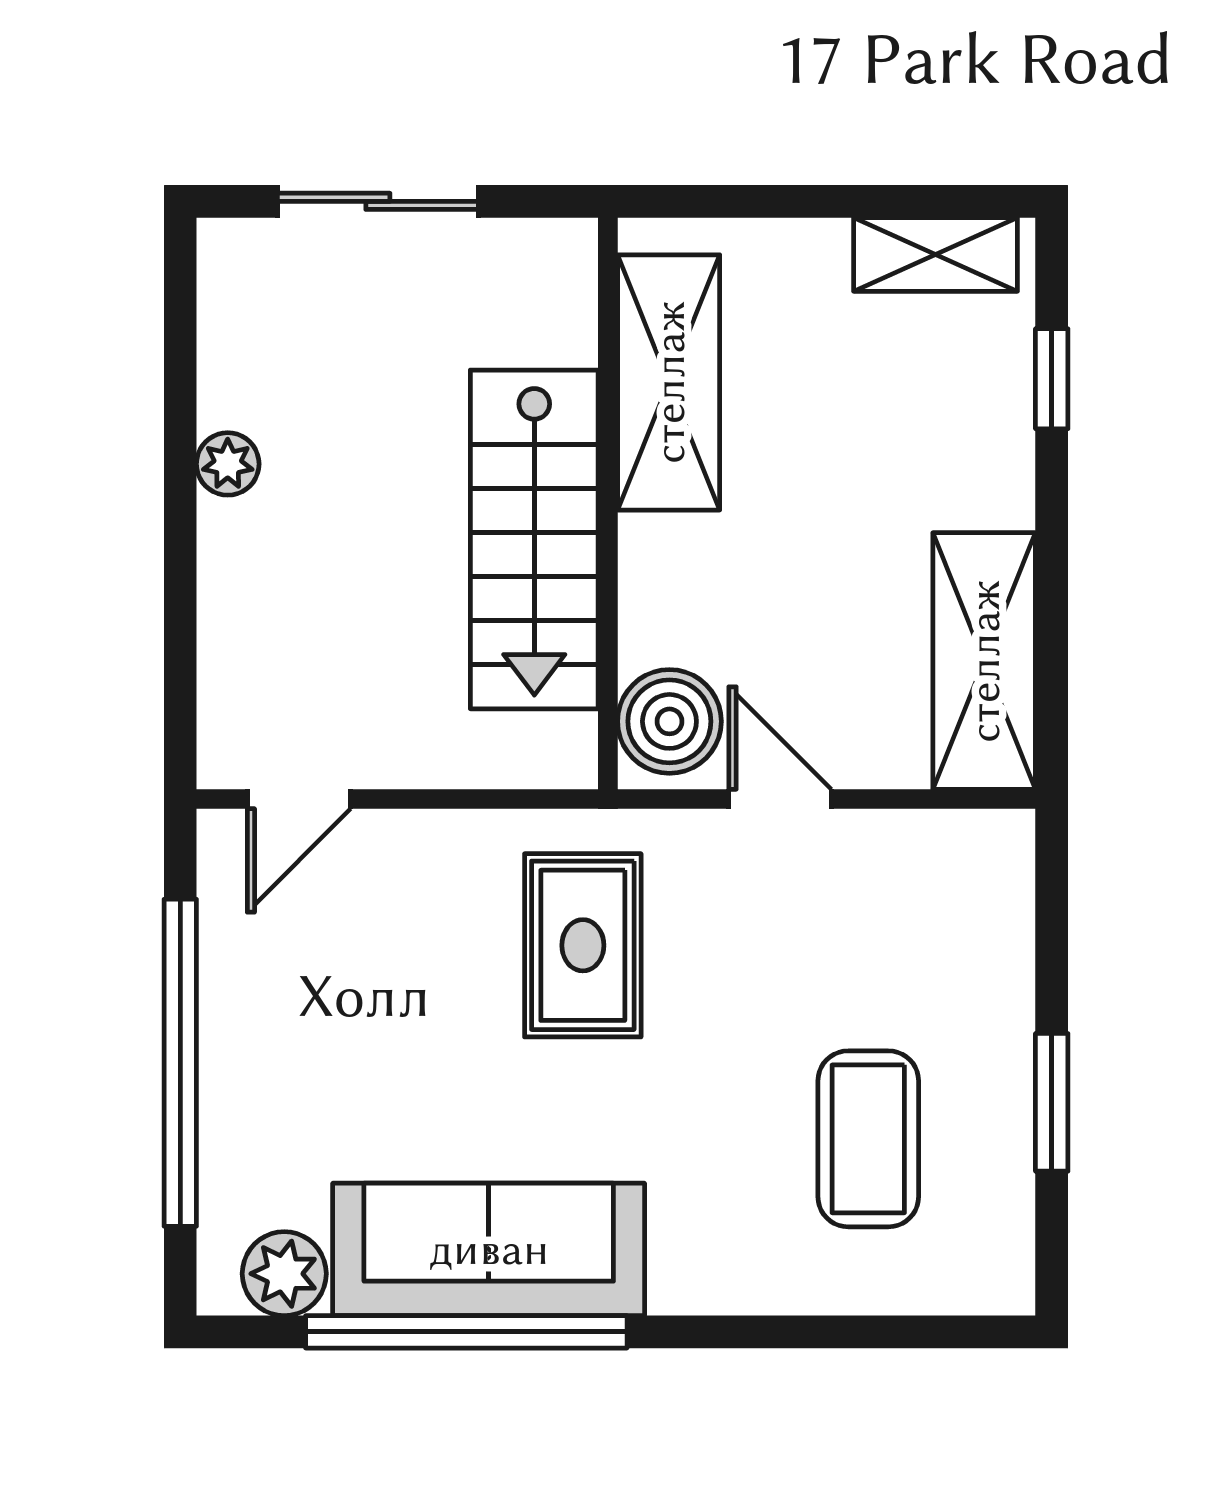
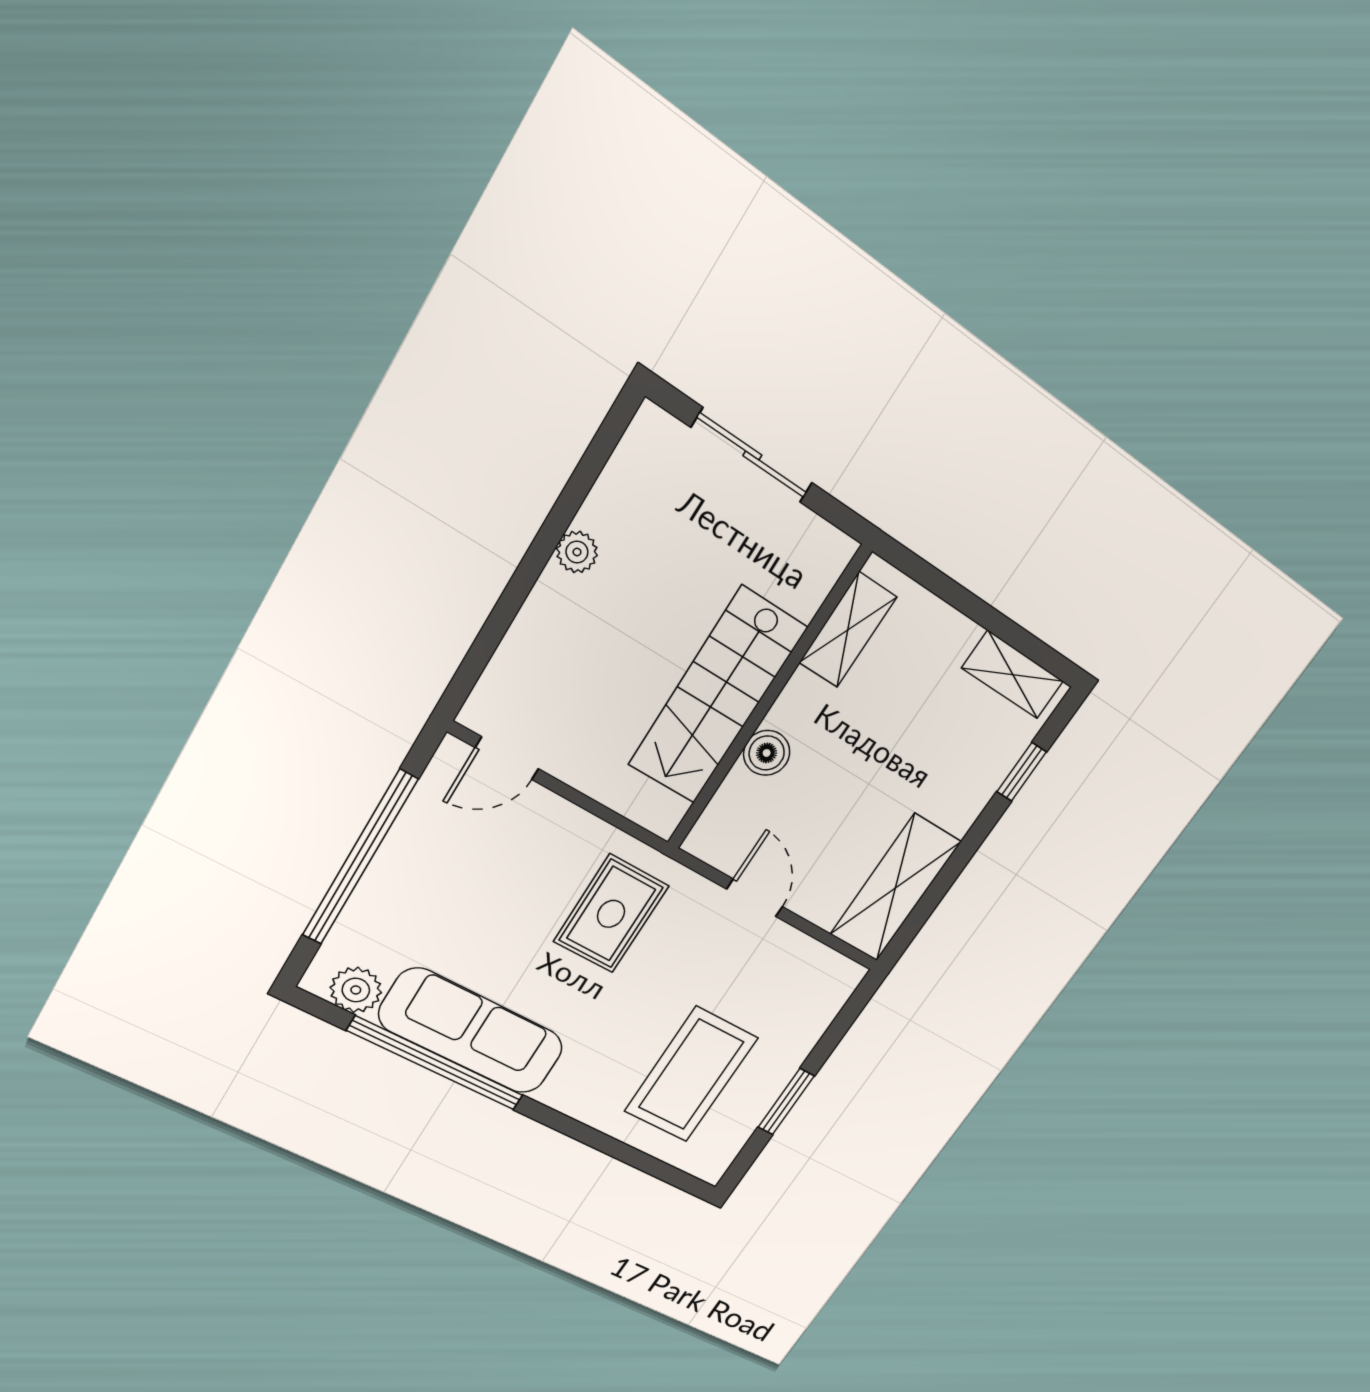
shelving: (669, 382) -> (848, 630), width x0.67, depth x0.75
boiler: (669, 721) -> (767, 753), moved, width x0.73, depth x0.73
coffee table: (868, 1139) -> (691, 1075), width x1.36, depth x1.32

